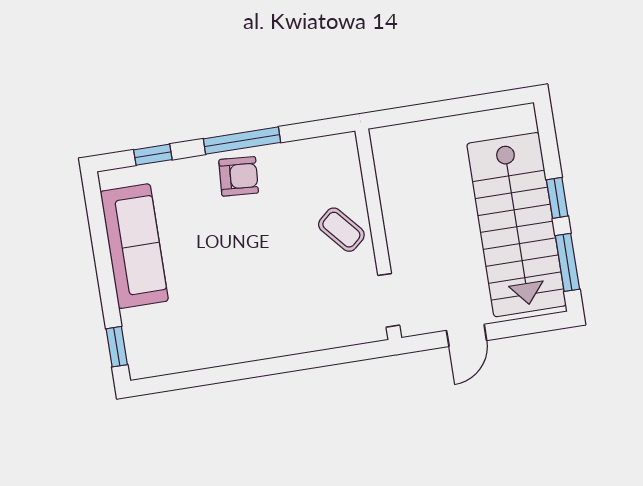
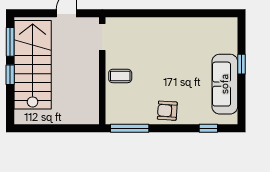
window: (242, 141) -> (130, 128), moved
coffee table: (341, 230) -> (120, 76), turned -49
window: (117, 347) -> (242, 64), moved

